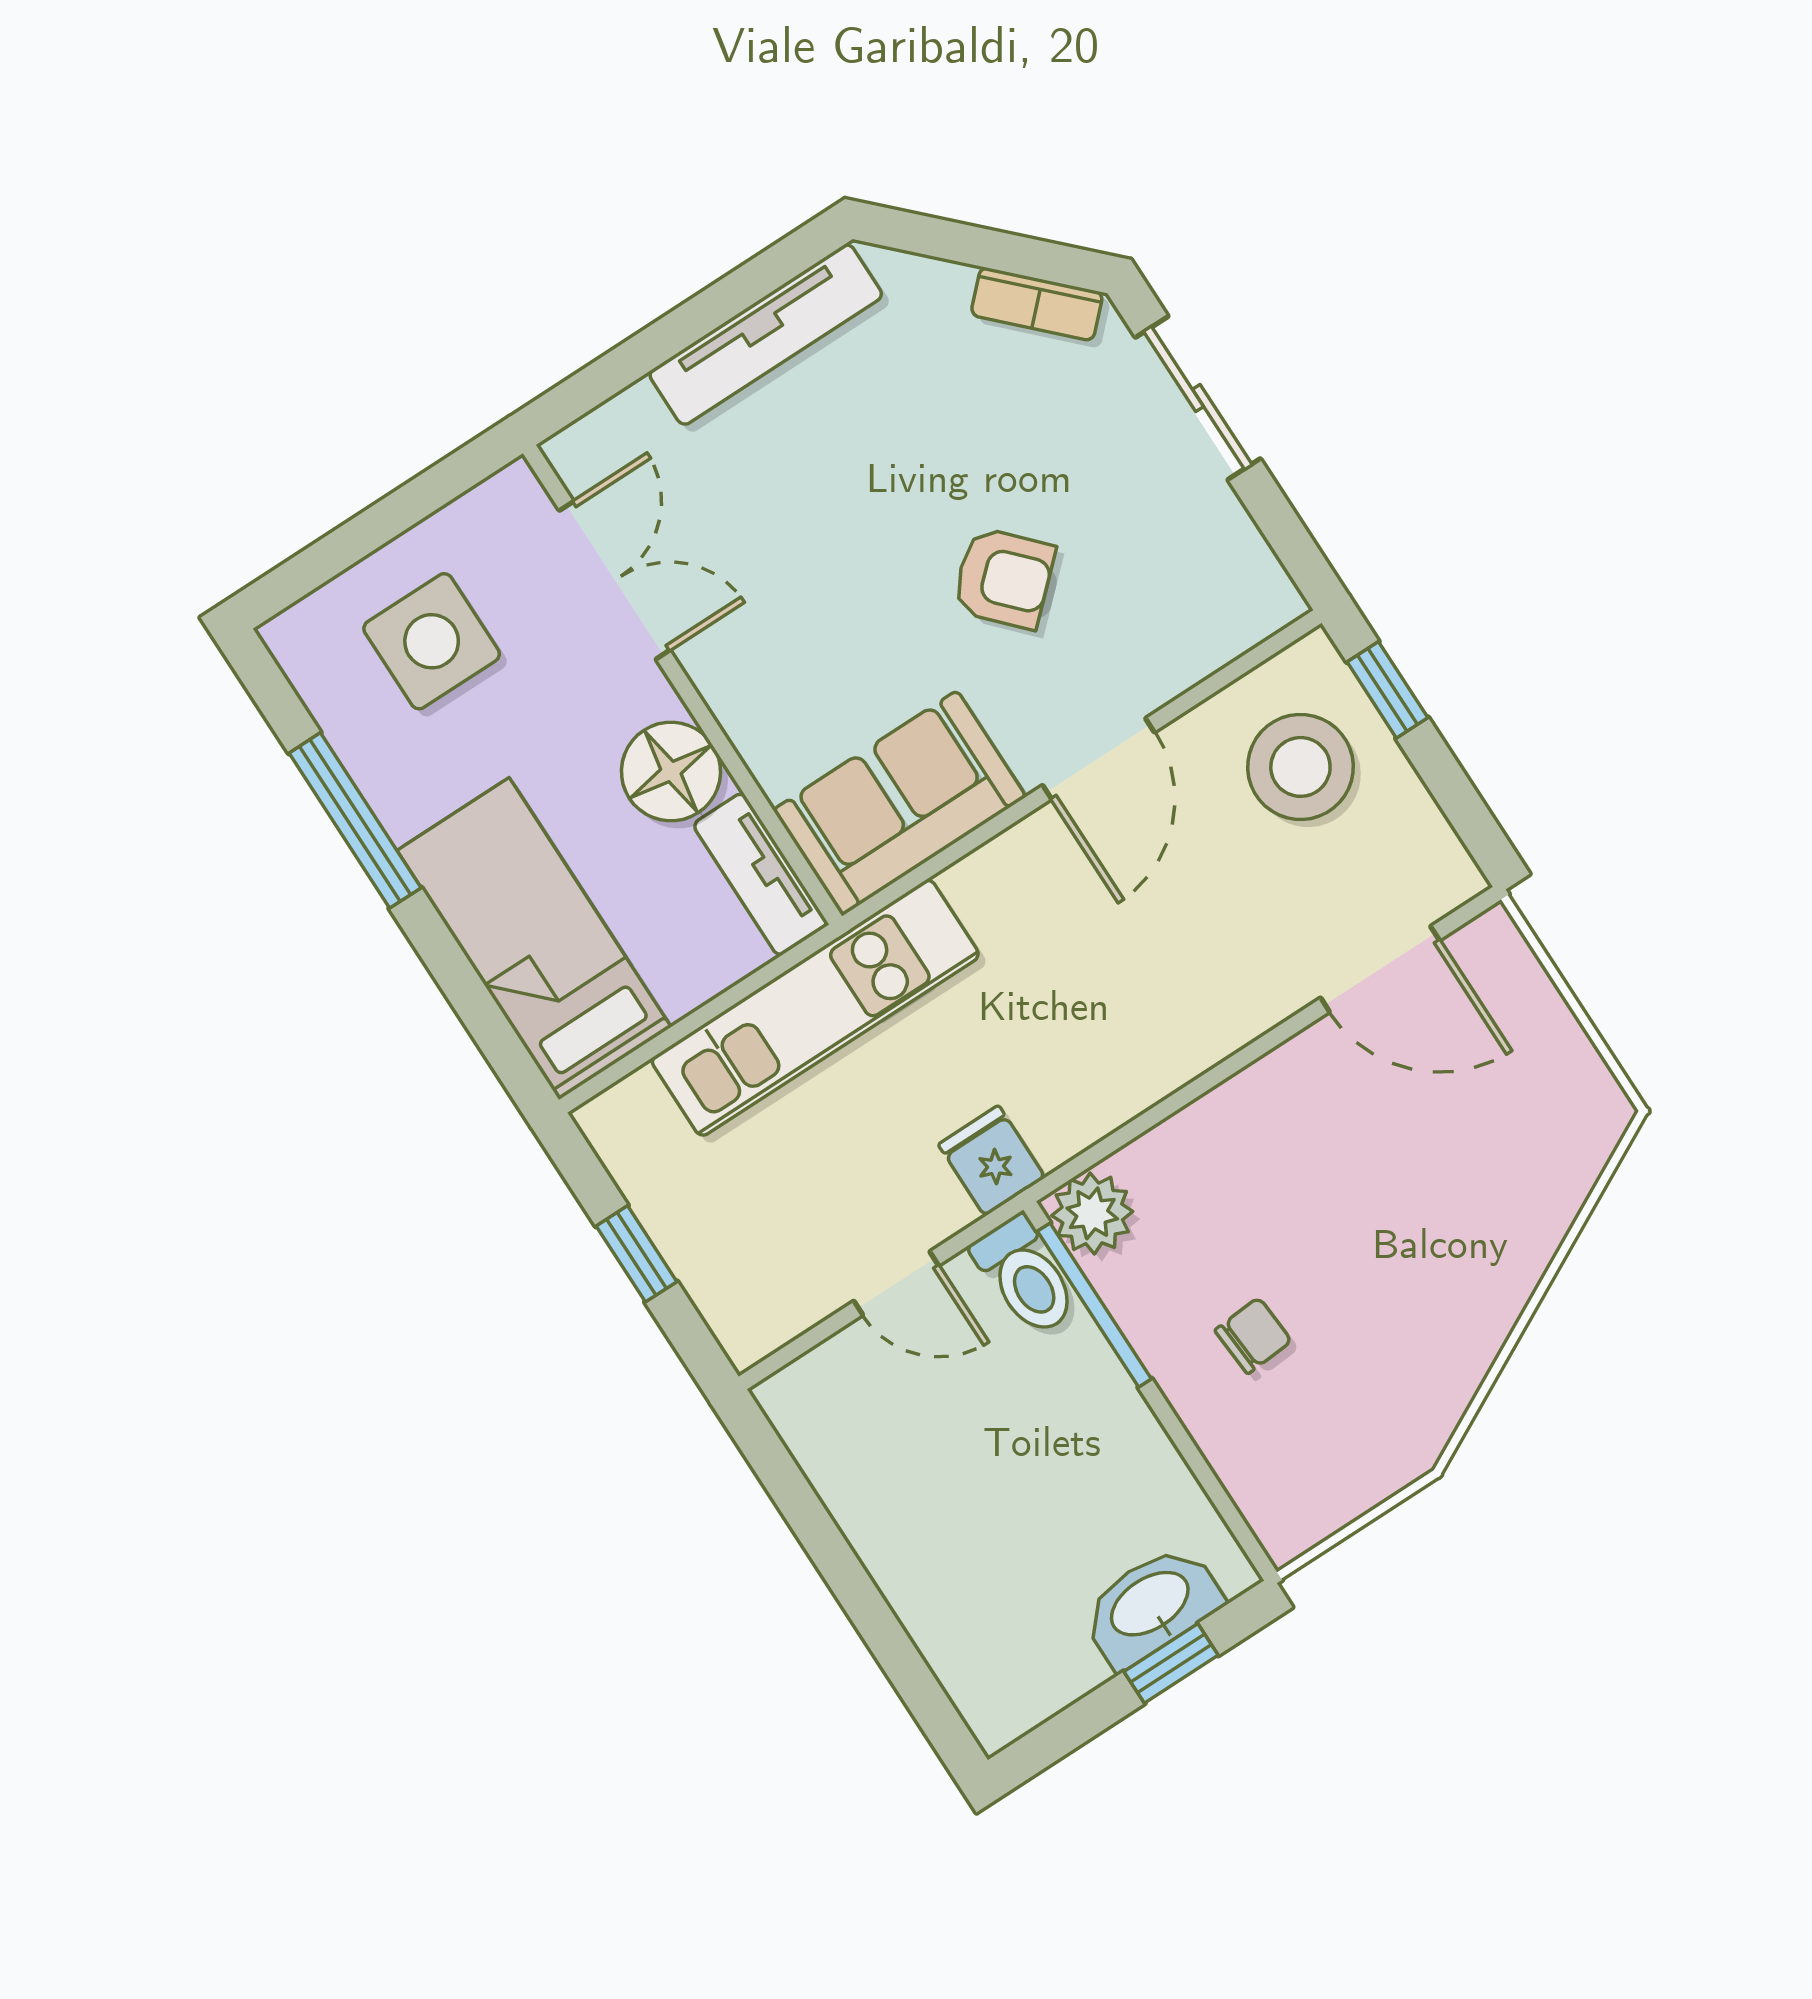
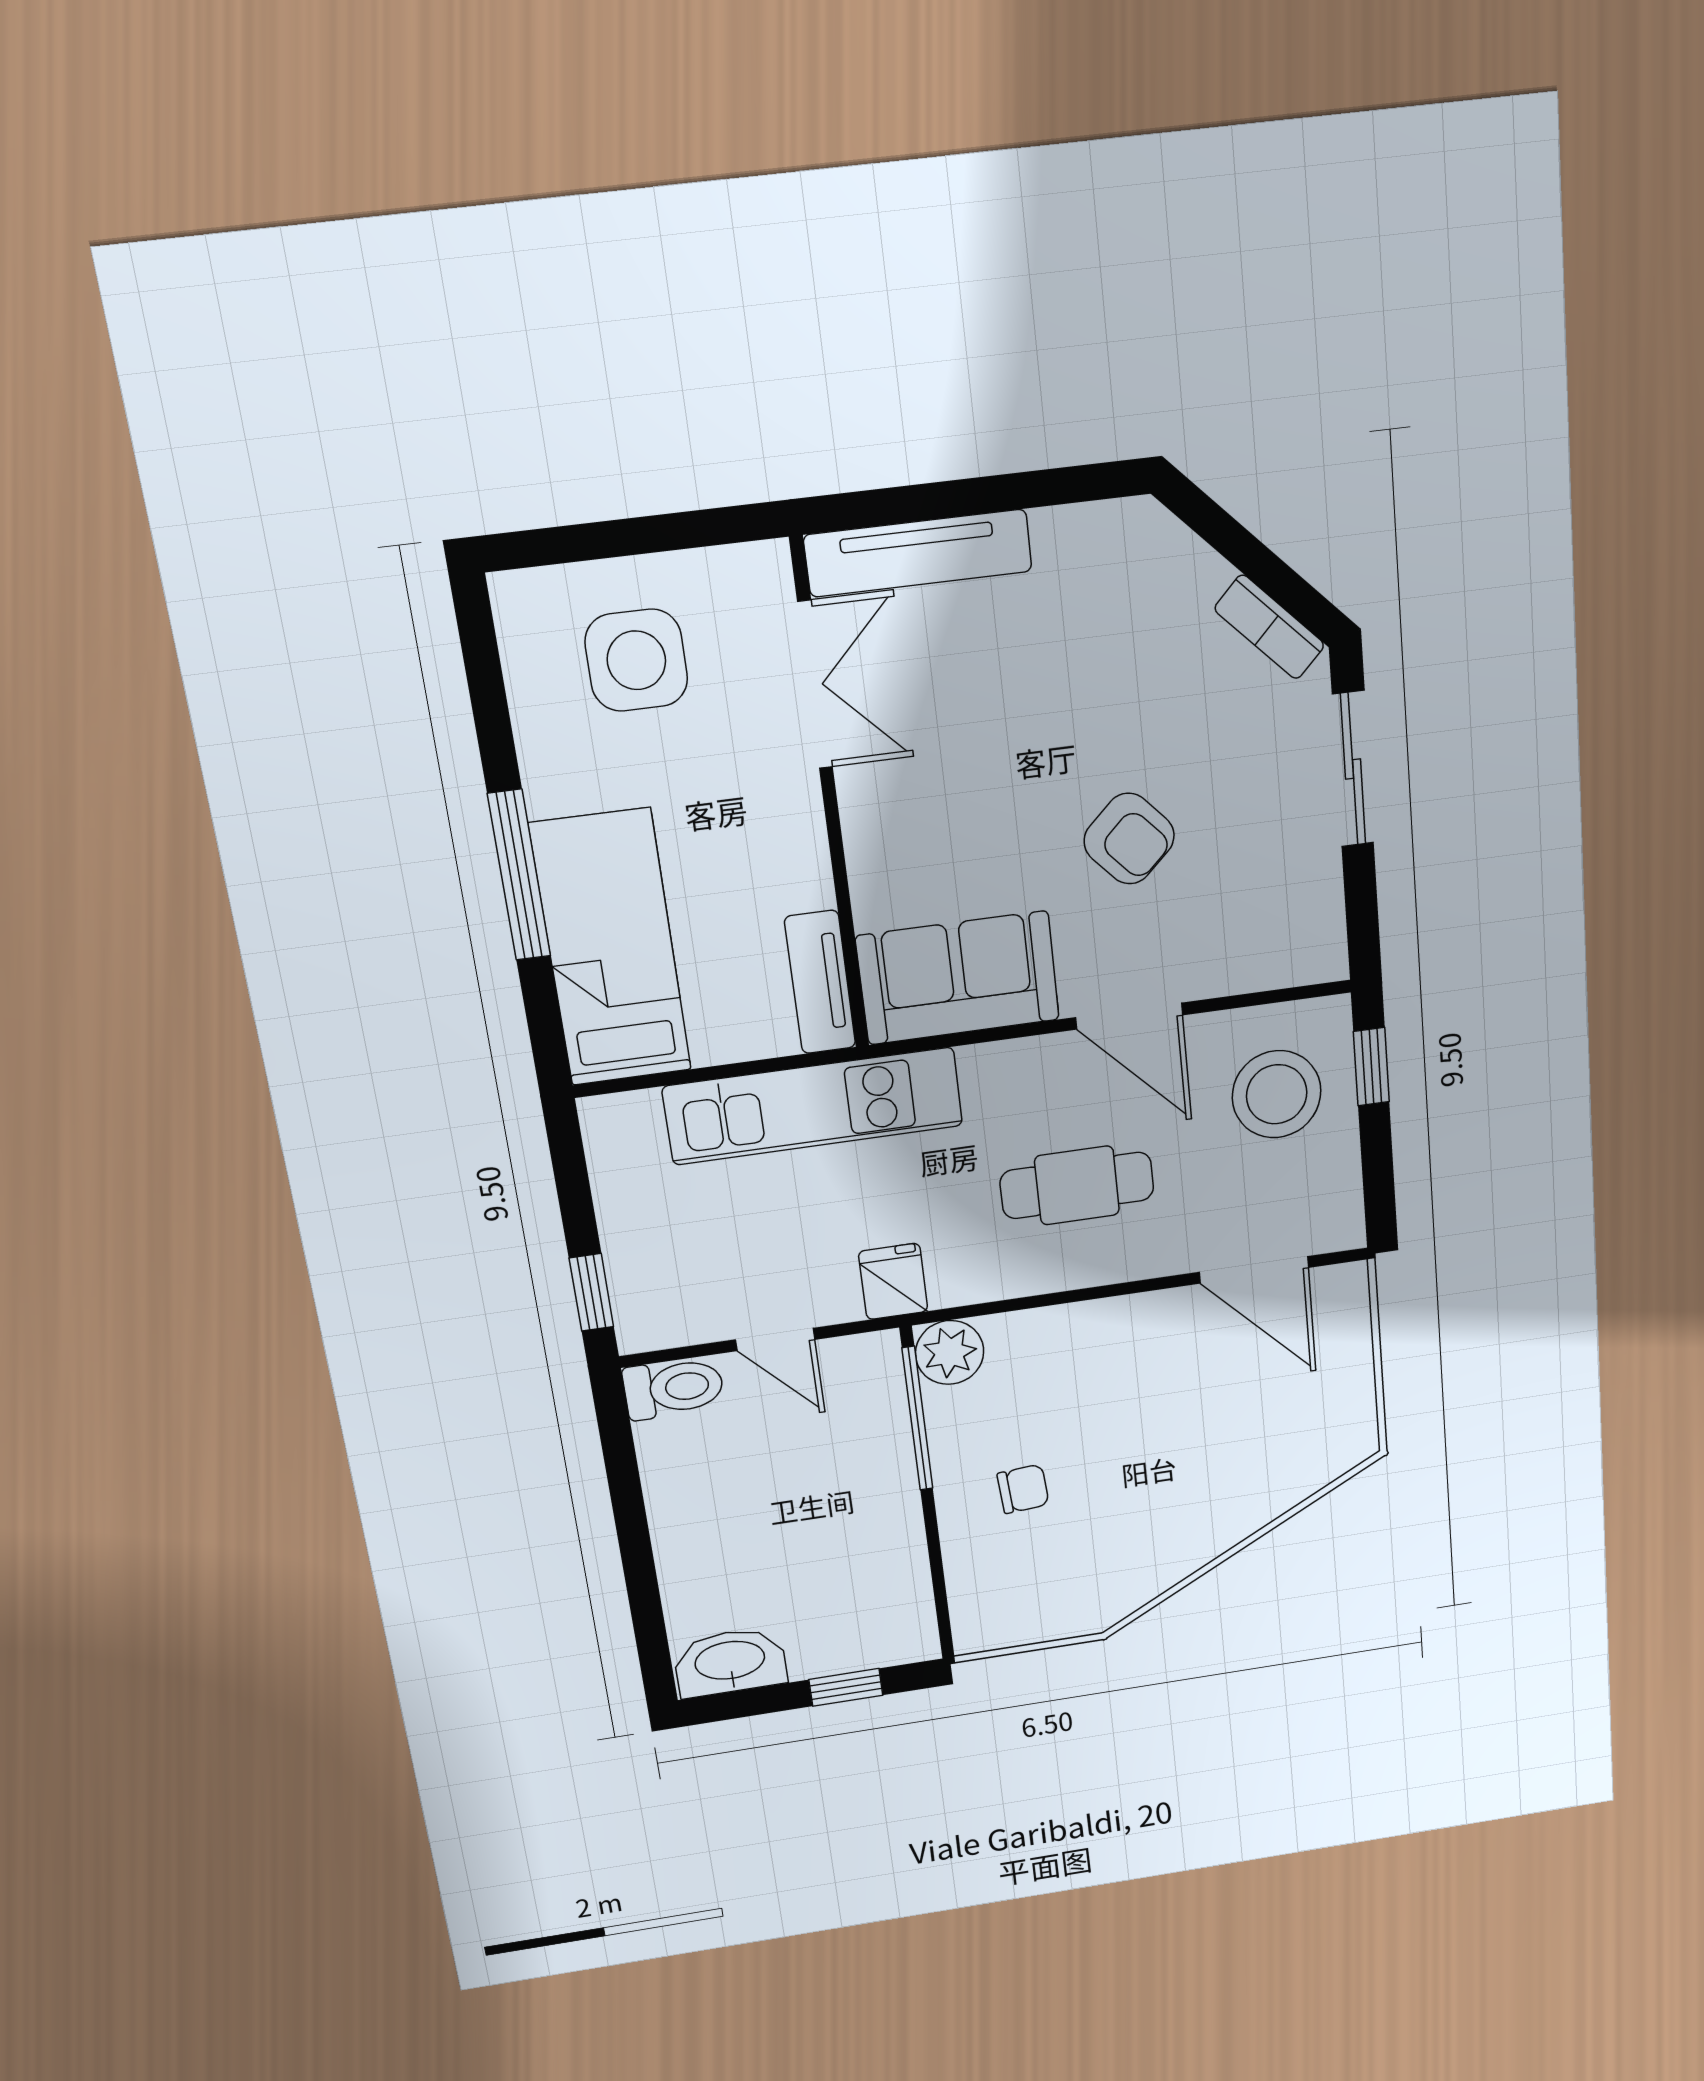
tv unit: (766, 334) -> (918, 553), moved
door: (1098, 759) -> (1129, 1016), hinge flipped
floor lamp: (671, 771) -> (787, 866), removed
window: (355, 820) -> (519, 875), moved
cafe table: (1136, 965) -> (1077, 1185), added
window: (636, 1254) -> (591, 1292), moved
toilet: (1025, 1276) -> (674, 1388), moved, turned -90
washbasin: (1151, 1606) -> (730, 1662), moved

